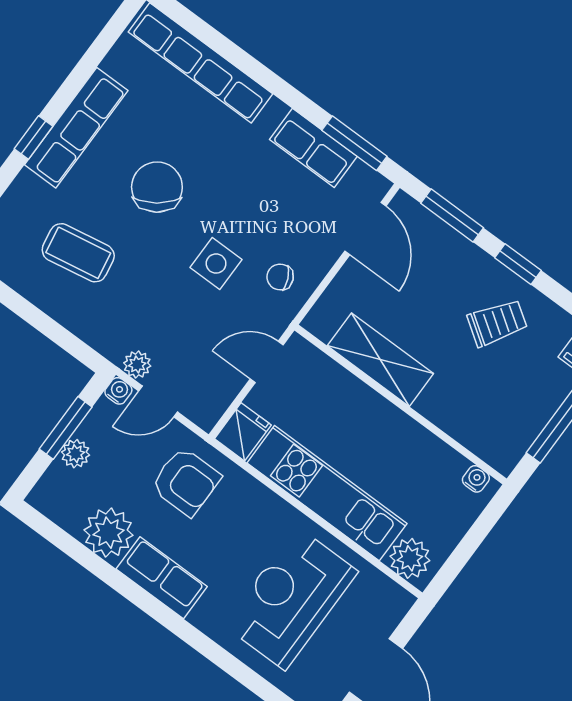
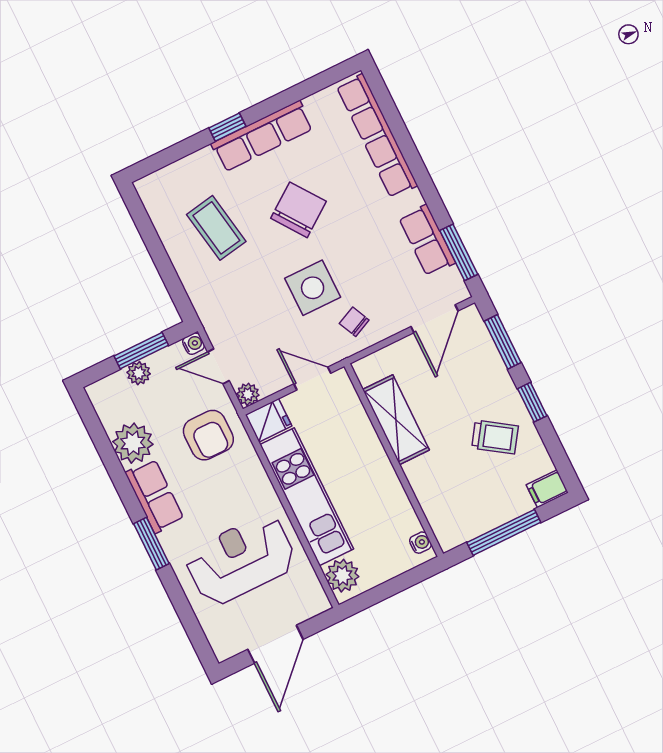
side table: (216, 264) -> (313, 288), width x1.37, depth x1.37
plant: (137, 365) -> (248, 394), moved
window: (185, 631) -> (151, 544), added

